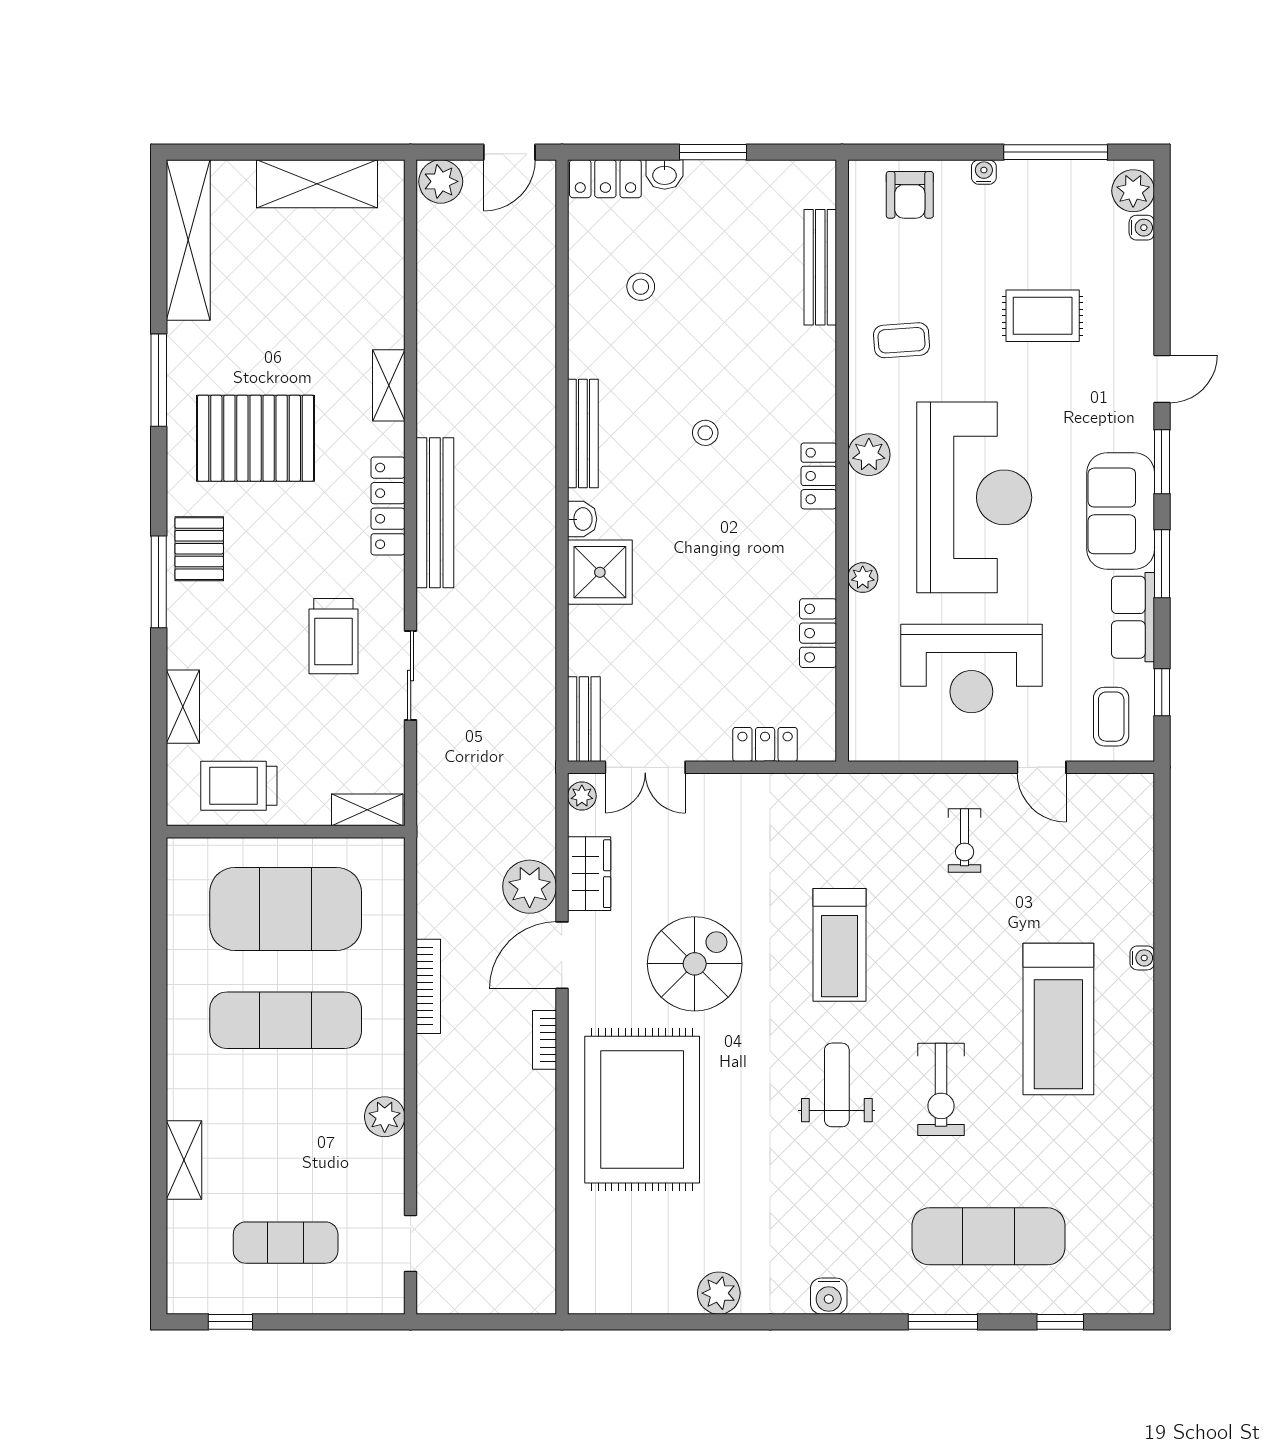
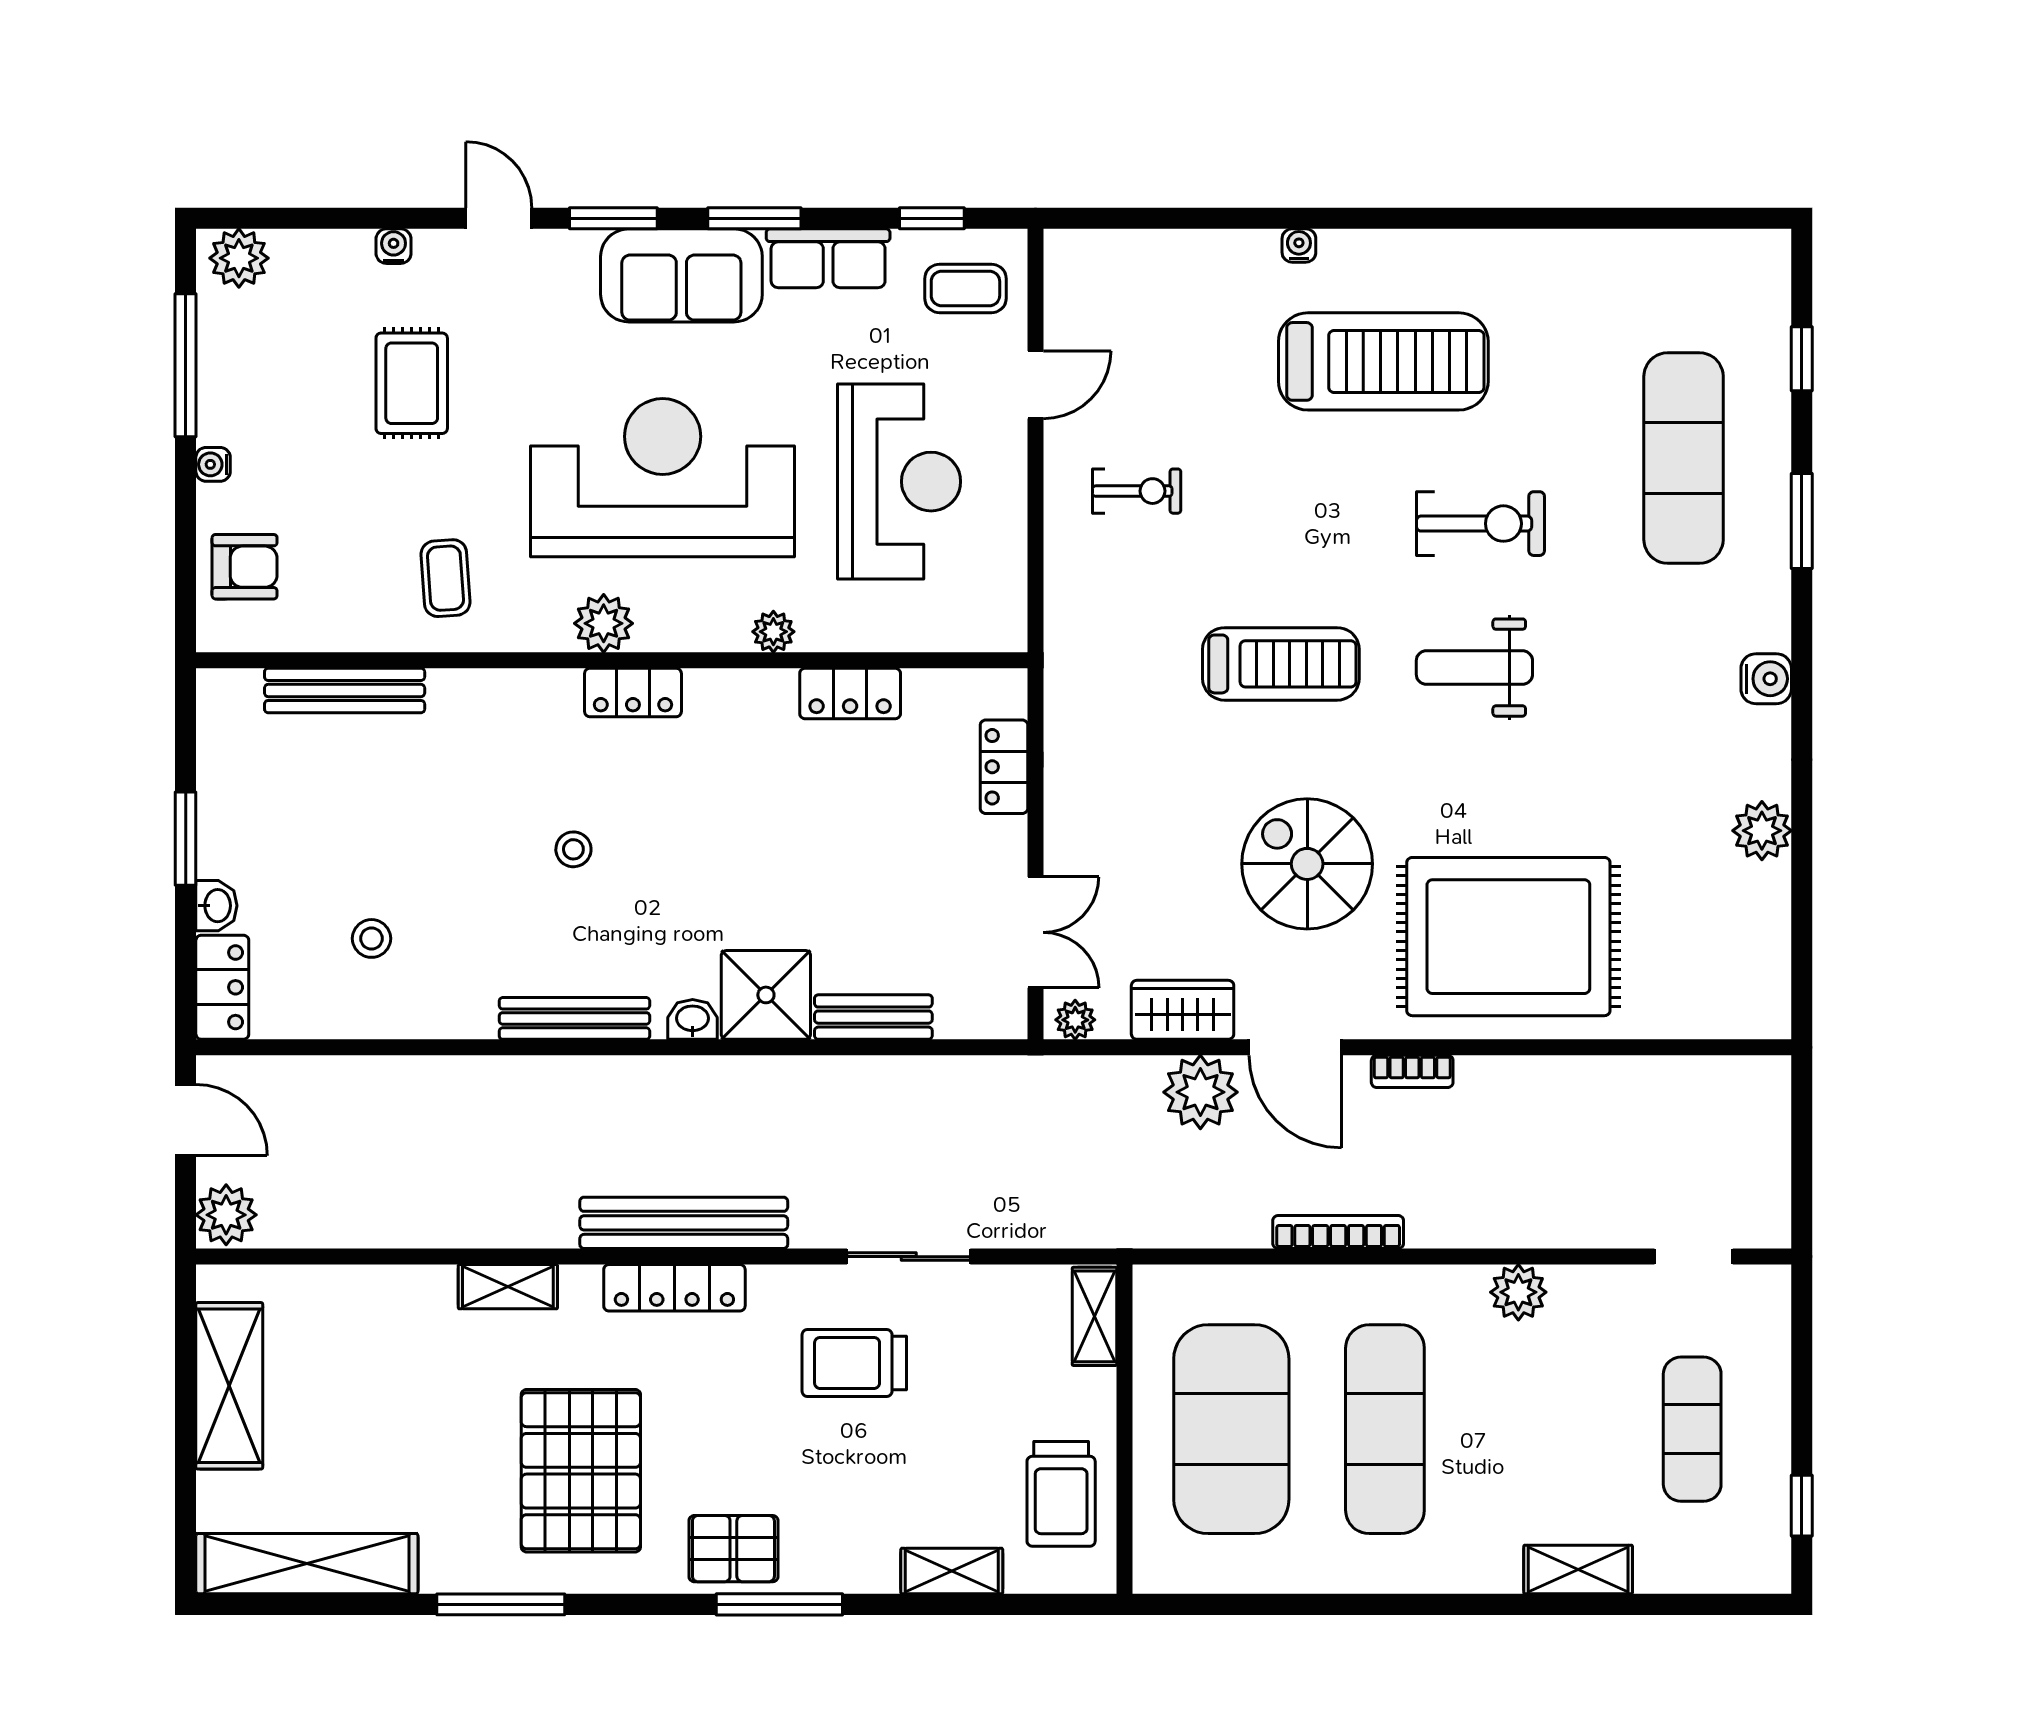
water cooler: (1142, 228) -> (394, 246), moved
trolley: (333, 636) -> (854, 1363), turned 180
bench: (584, 719) -> (873, 1017), moved

